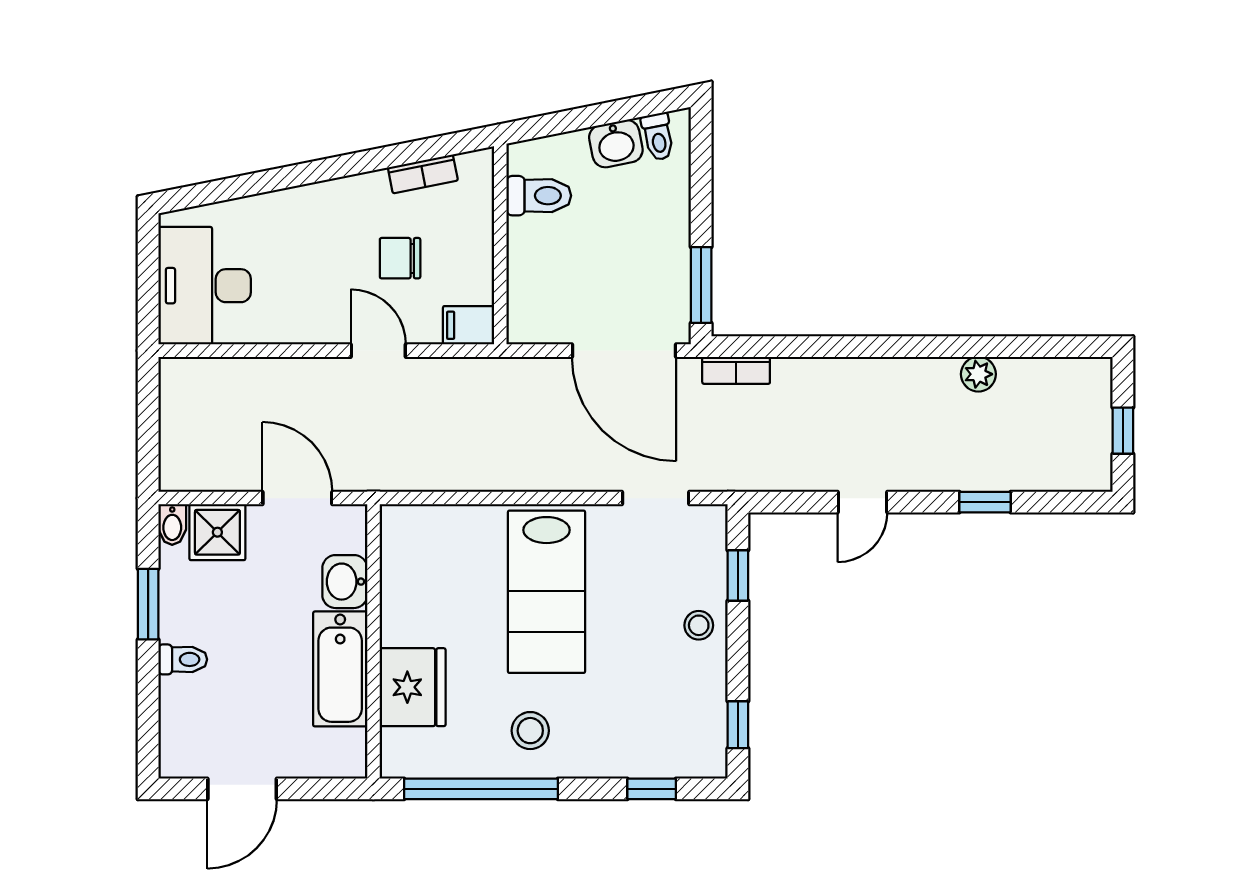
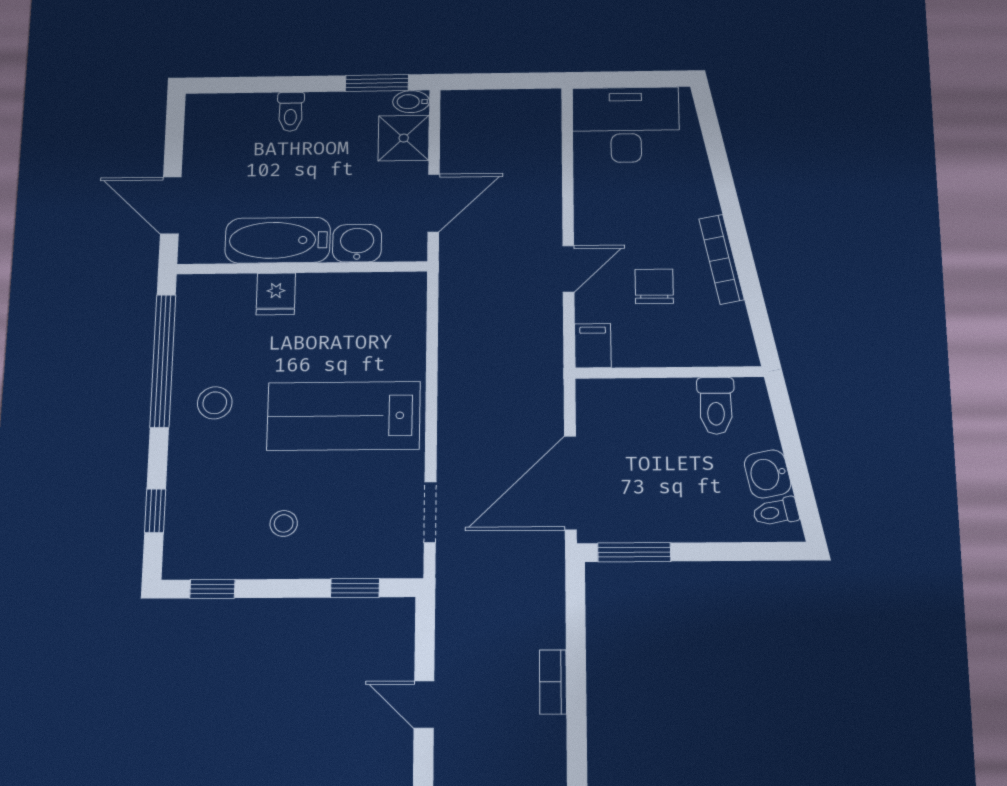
bookcase: (423, 174) -> (721, 259), moved, width x1.56
bookcase: (736, 370) -> (553, 682), moved
window: (148, 604) -> (377, 83), moved
stool: (699, 625) -> (284, 523), moved
fridge: (413, 687) -> (276, 294), width x0.53, depth x0.75
door: (242, 789) -> (171, 205), moved

